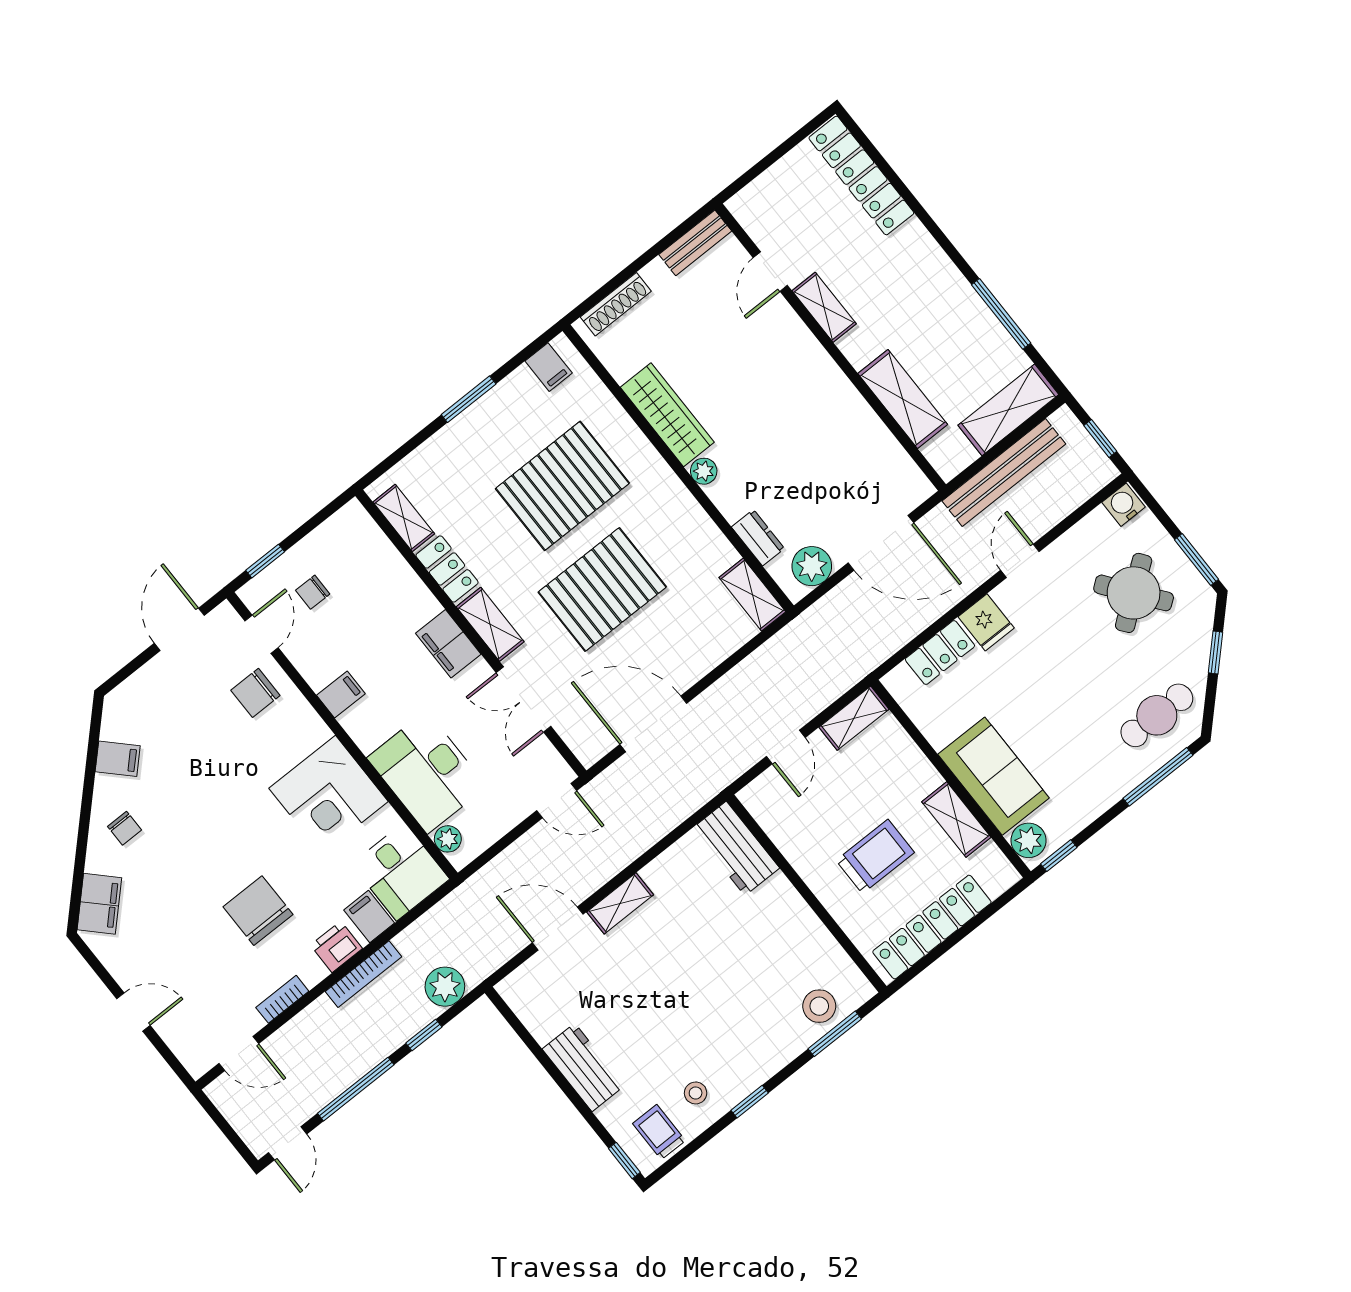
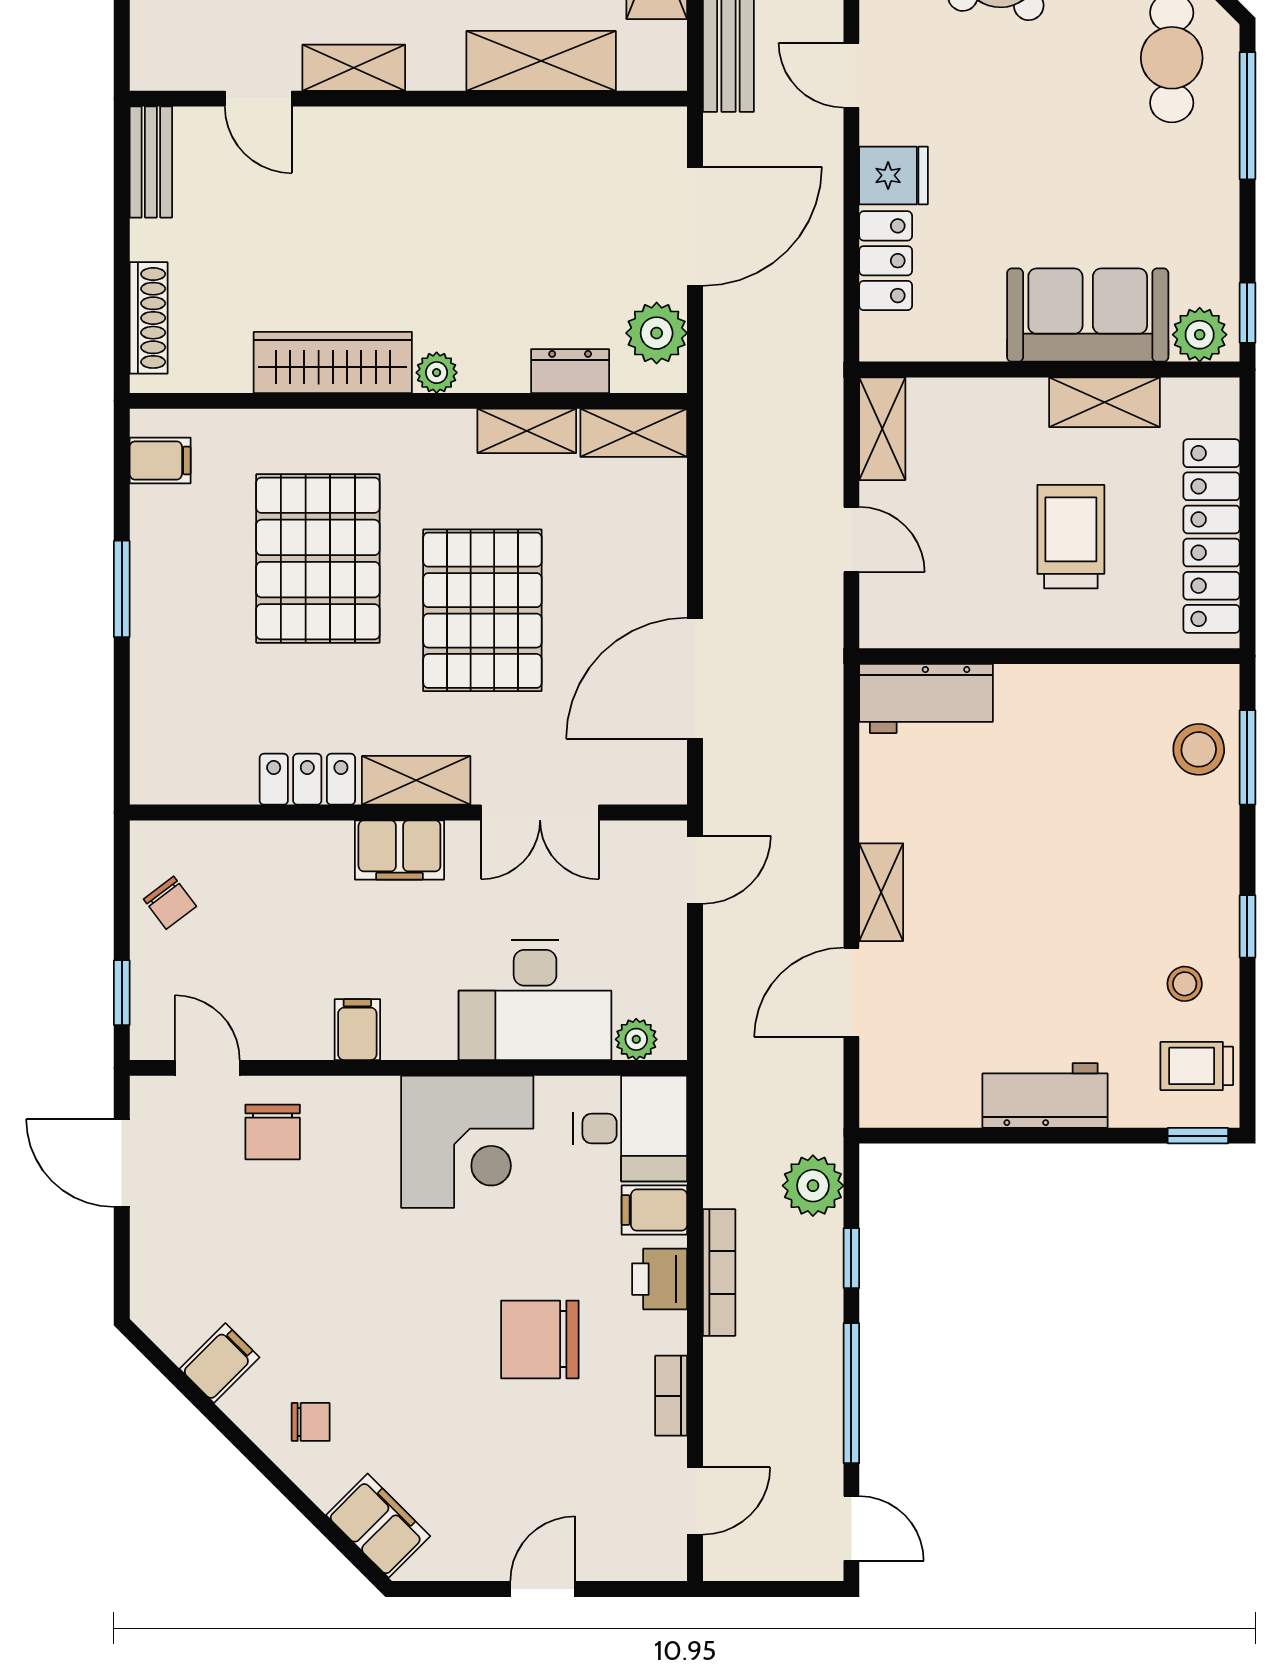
shelving: (404, 518) -> (527, 431), moved
chair: (313, 592) -> (170, 903), moved, turned -37

